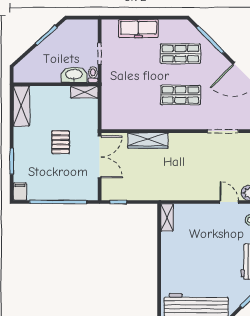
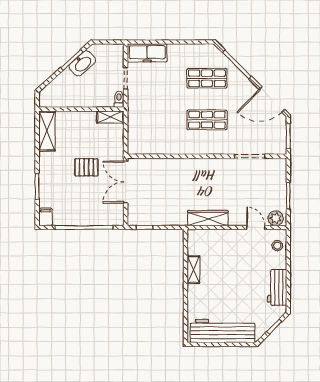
freezer: (138, 28) -> (147, 53), moved
washbasin: (74, 75) -> (82, 63), moved, turned 138
wardrobe: (148, 141) -> (208, 218), moved, turned 180
pallet: (61, 142) -> (86, 167), turned 90
double door: (100, 157) -> (126, 182), swing flipped
shelving: (167, 217) -> (193, 270), moved

